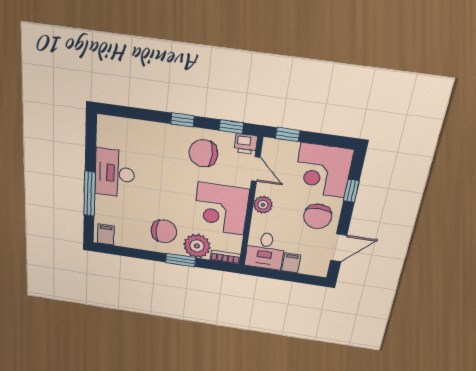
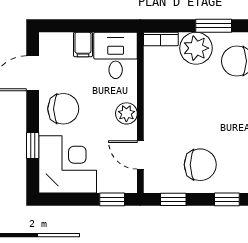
printer: (246, 144) -> (155, 182), removed
corner desk: (221, 209) -> (173, 101), removed
chair: (318, 216) -> (63, 109), turned 90

